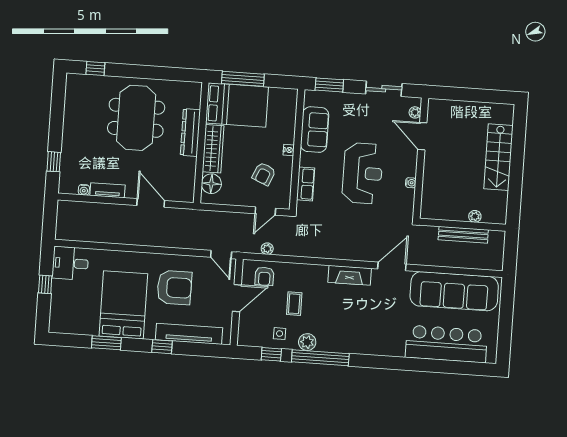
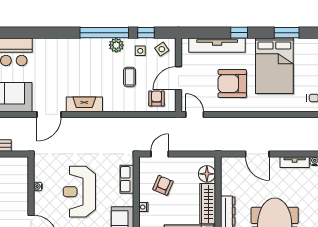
plant: (267, 249) -> (156, 122), removed
side table: (254, 334) -> (162, 49), added

